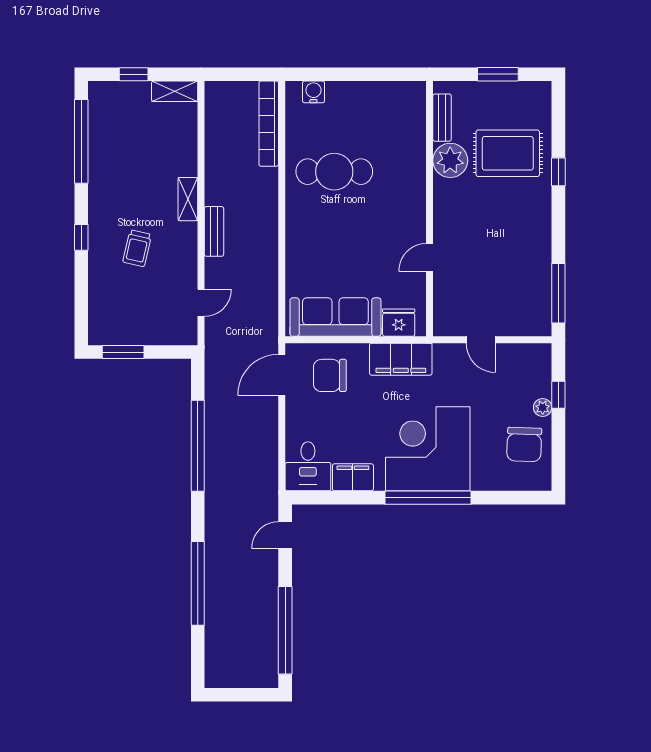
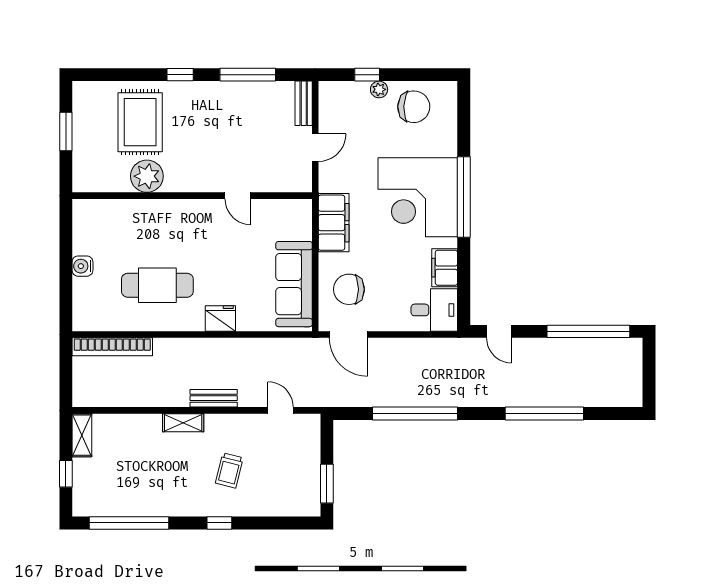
water cooler: (313, 92) -> (82, 266), moved
bench: (442, 118) -> (304, 103), moved, turned 90
cafe table: (334, 172) -> (157, 285), turned 90
window: (558, 172) -> (180, 75), moved
trolley: (137, 248) -> (229, 470), turned 91
window: (558, 293) -> (248, 75), moved
fridge: (399, 323) -> (220, 318), moved, turned 90
chair: (330, 375) -> (349, 289), turned 90

